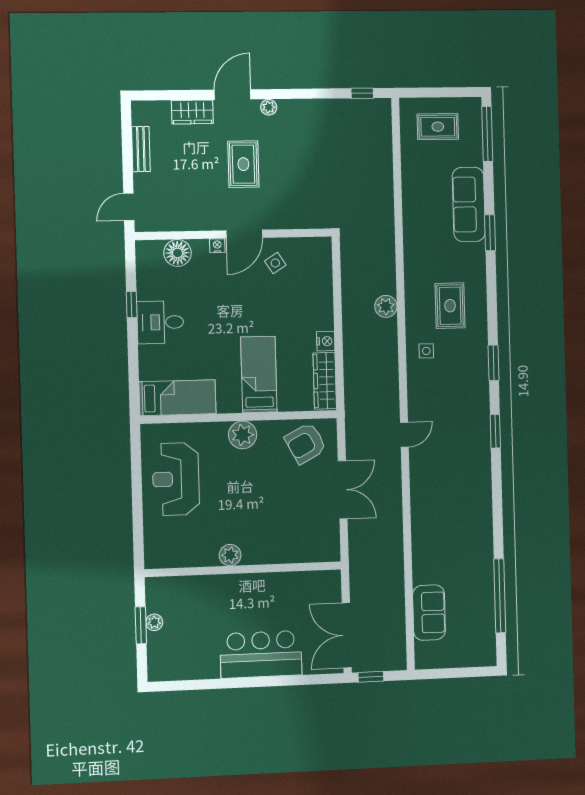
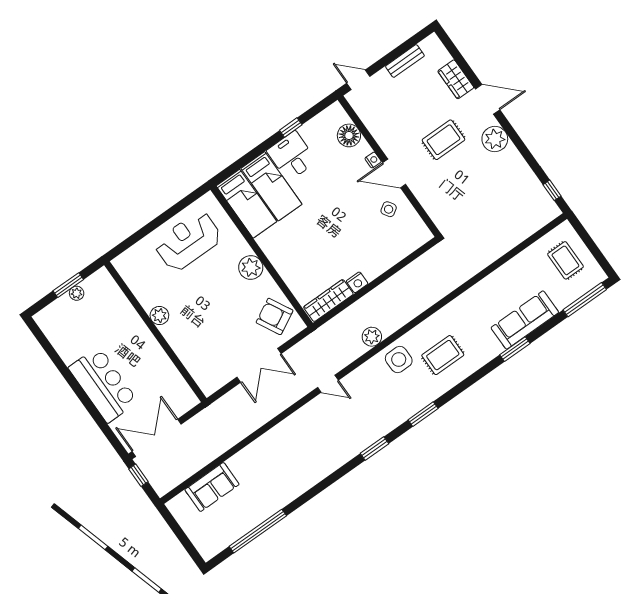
plant: (269, 107) -> (495, 139), width x1.88, depth x1.88
plant: (386, 306) -> (372, 337), moved
side table: (426, 351) -> (399, 360), width x1.87, depth x1.87
bed: (259, 374) -> (271, 186), moved, turned 90

